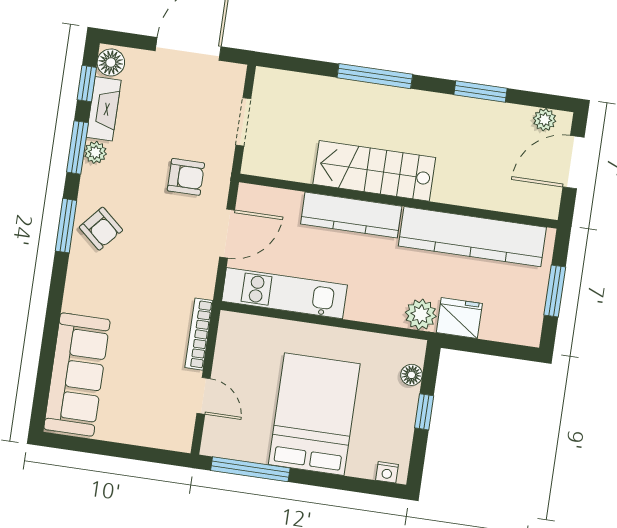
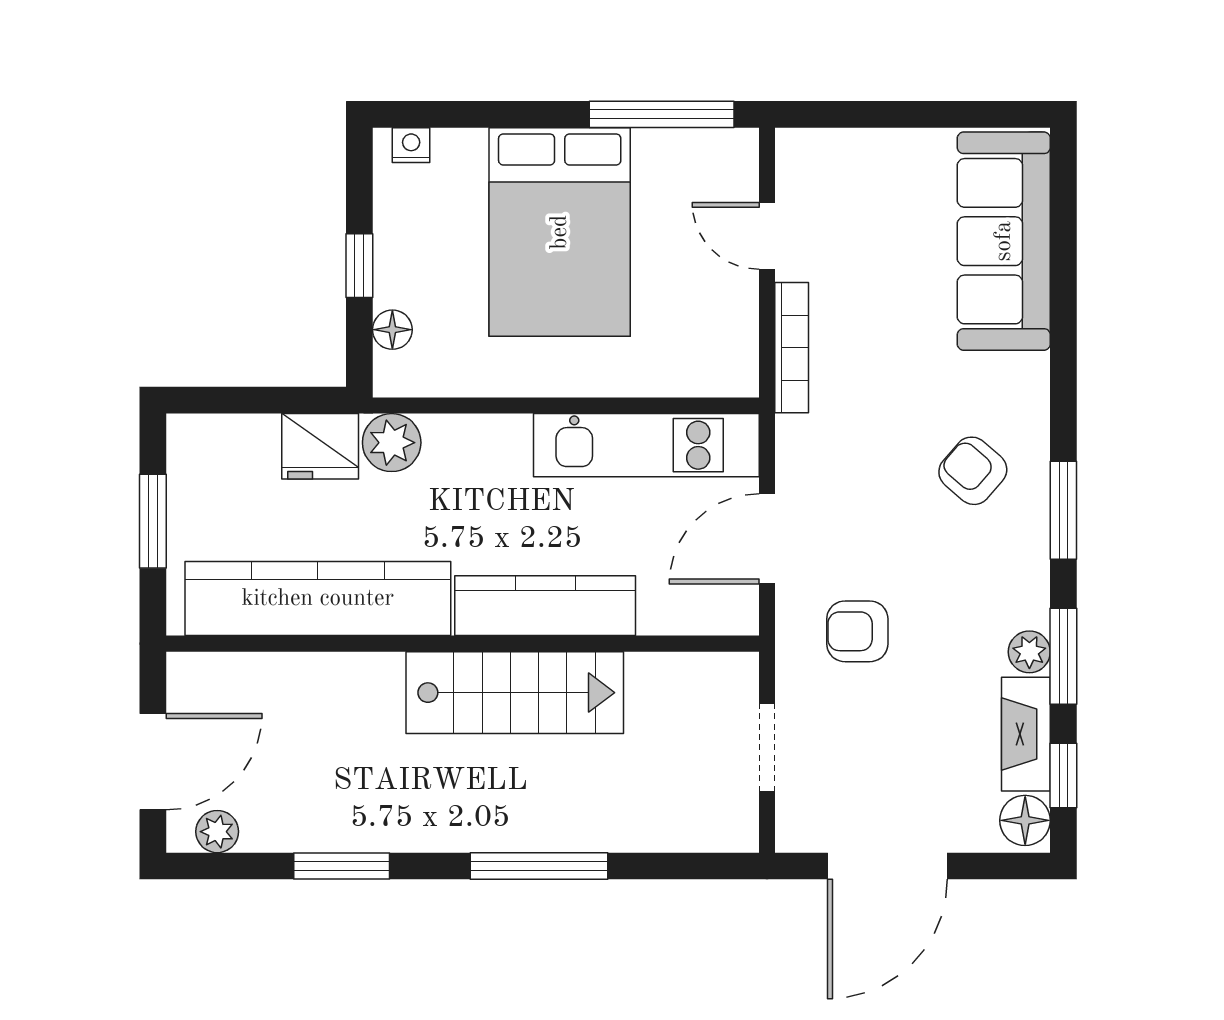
armchair: (101, 229) -> (973, 471), moved

